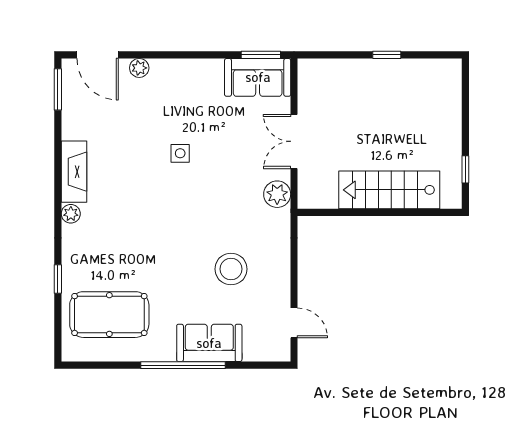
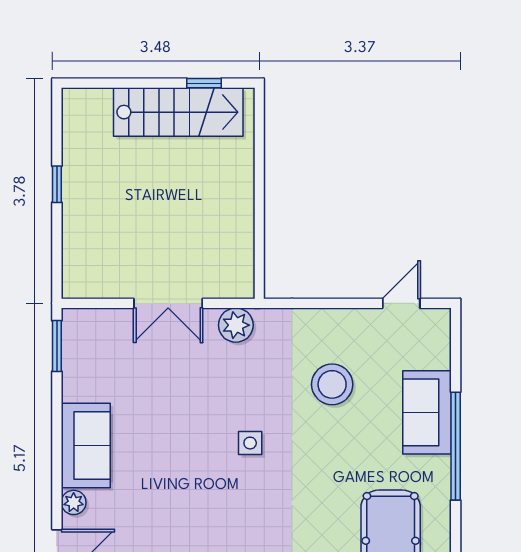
sofa: (258, 77) -> (86, 445), moved
side table: (180, 153) -> (250, 443), moved
stairs: (389, 190) -> (178, 112), moved, turned -90

